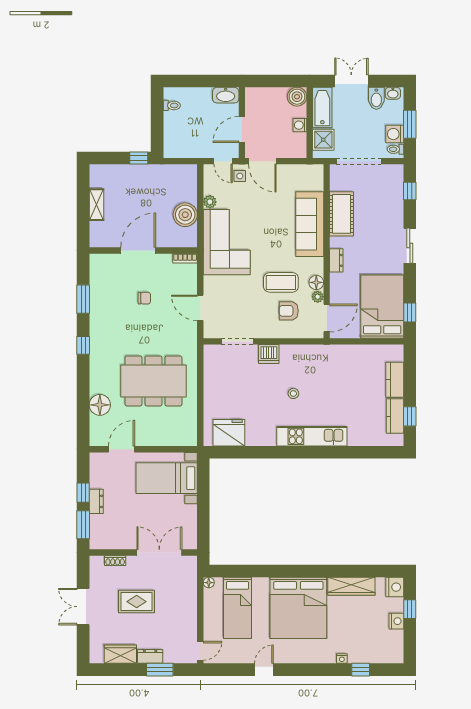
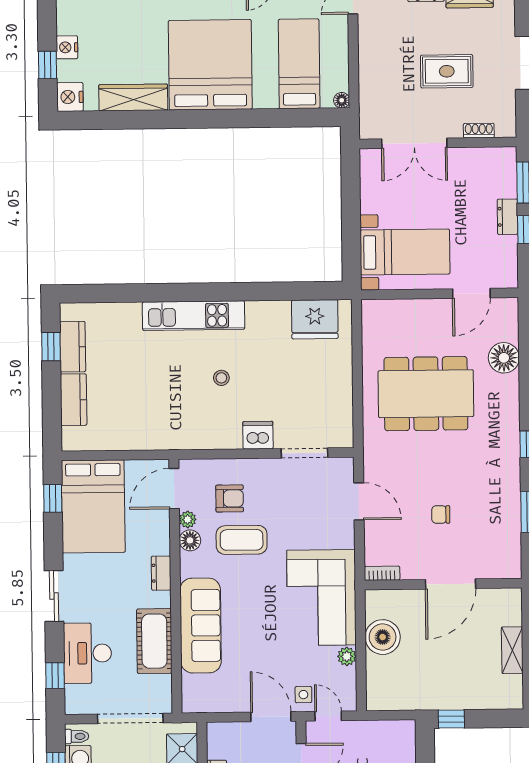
desk: (387, 206) -> (87, 653), added

